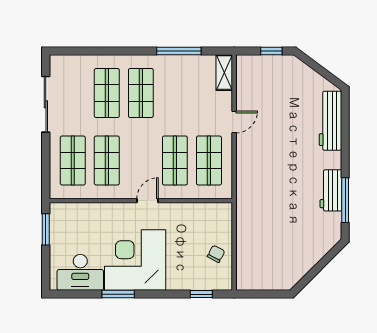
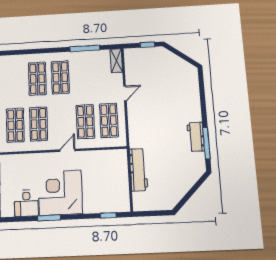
workbench: (330, 121) -> (138, 170), moved, turned 180
chair: (216, 254) -> (117, 186), removed
desk: (80, 272) -> (26, 203), width x0.73

